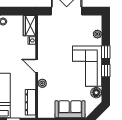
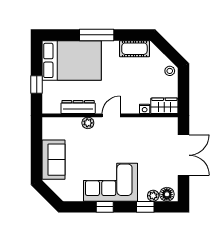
window: (106, 52) -> (145, 207), moved
floor lamp: (96, 93) -> (167, 194), moved
dresser: (30, 102) -> (78, 107), moved

